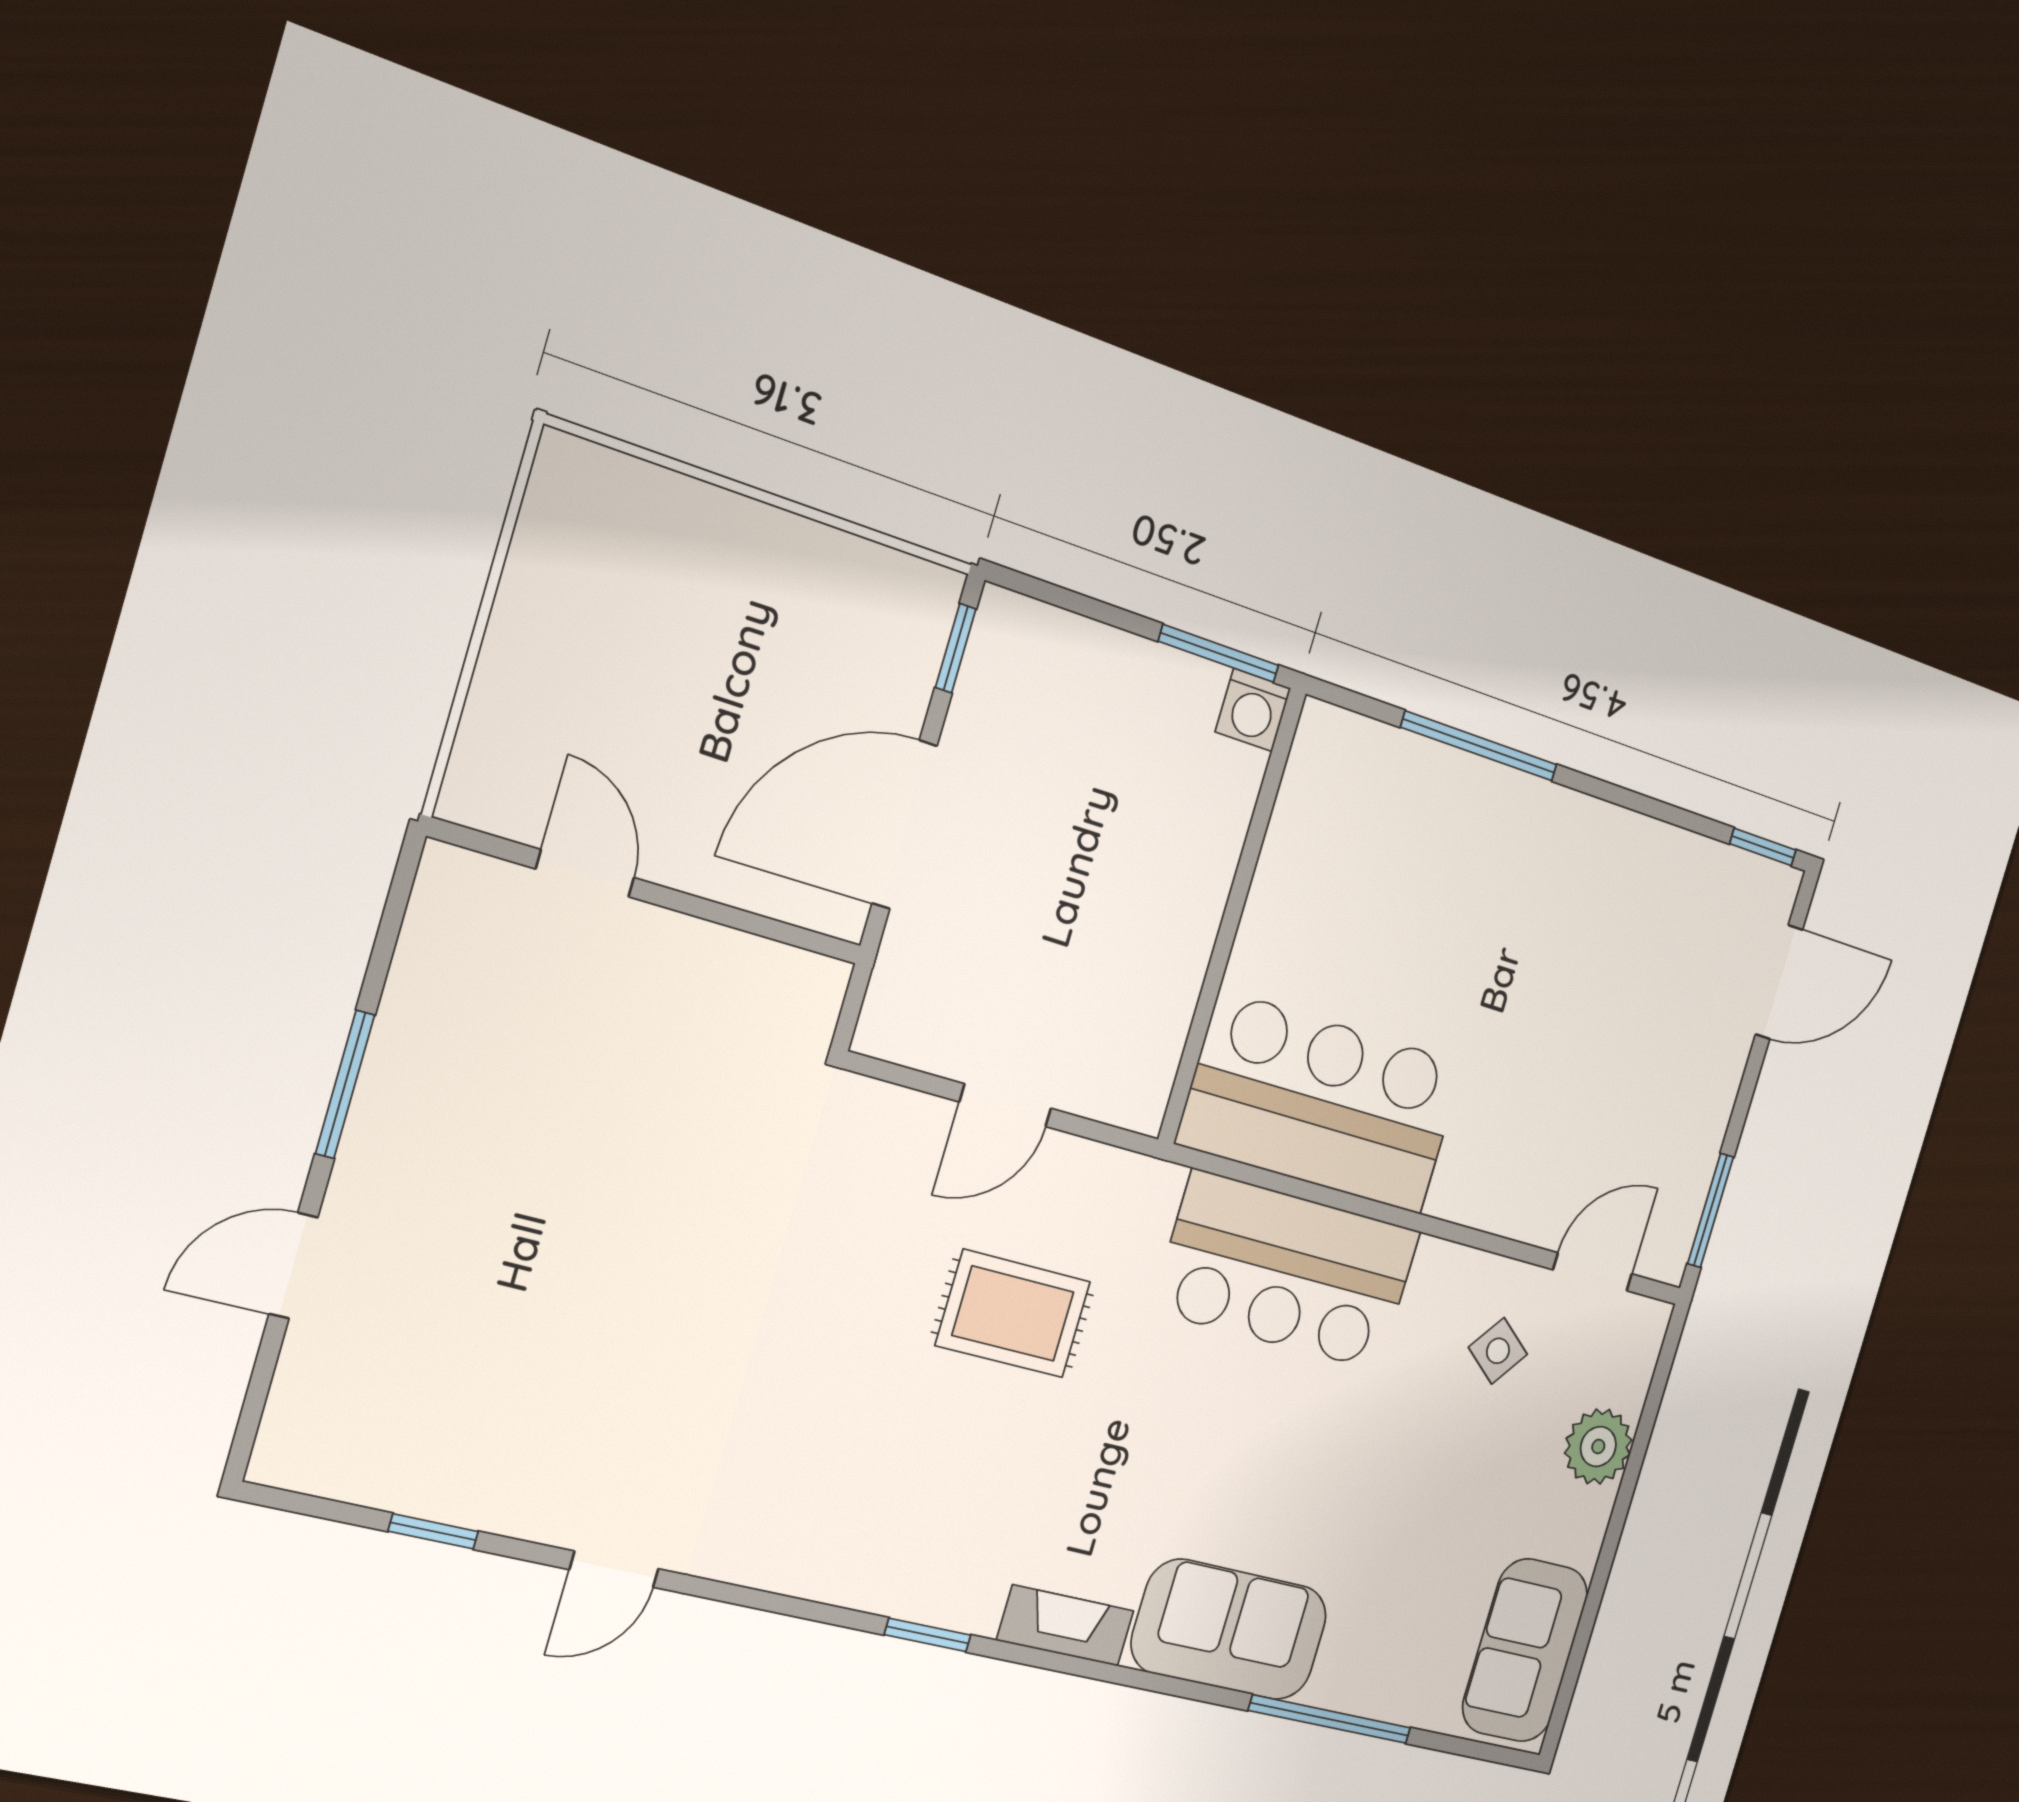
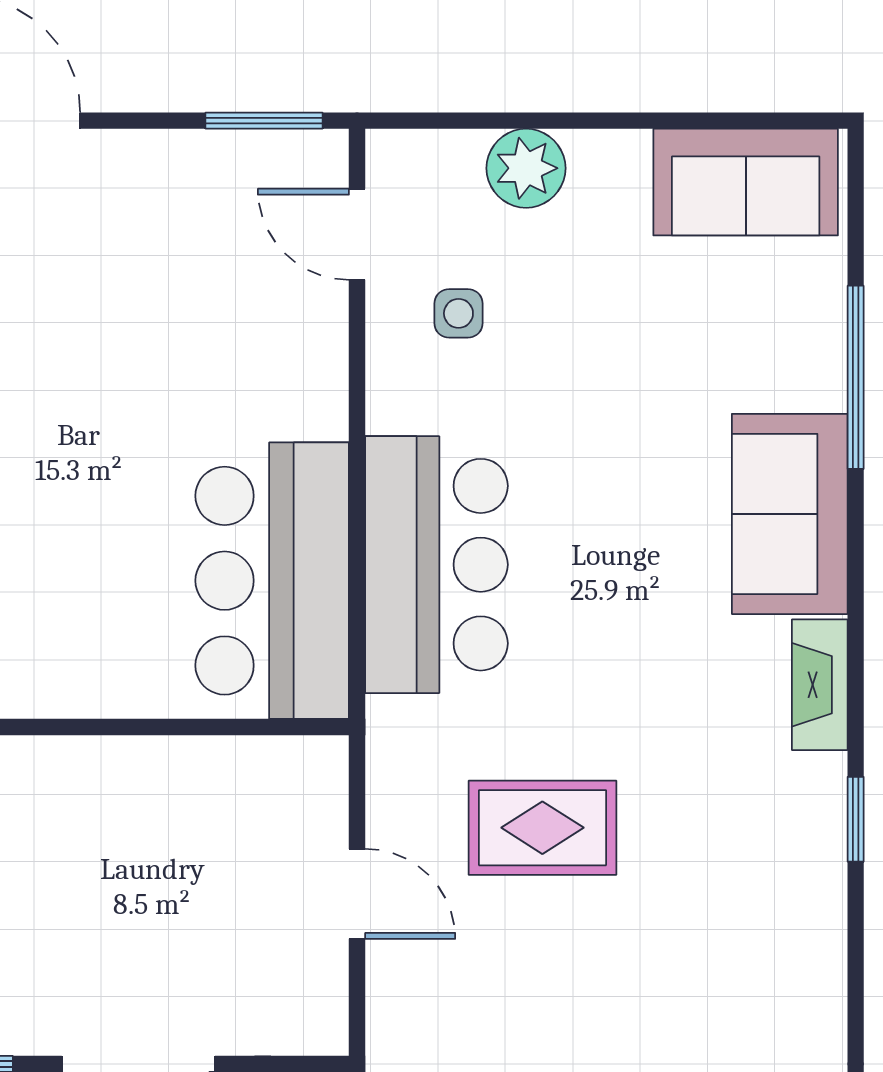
rug: (1013, 1314) -> (542, 828), turned 90
side table: (1498, 1351) -> (458, 313), turned -38

